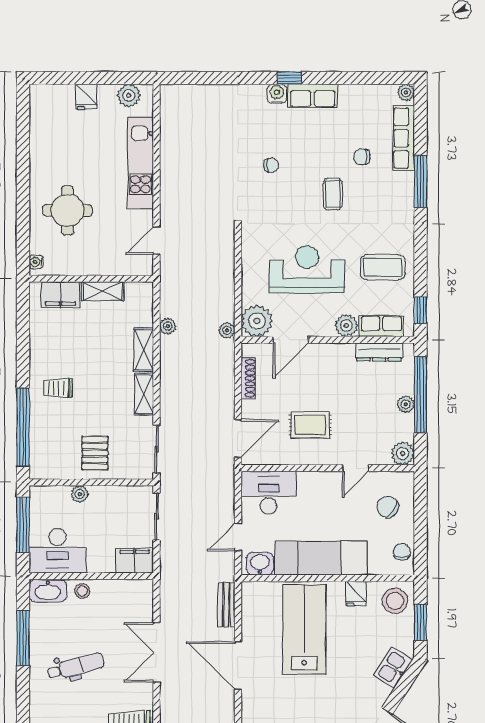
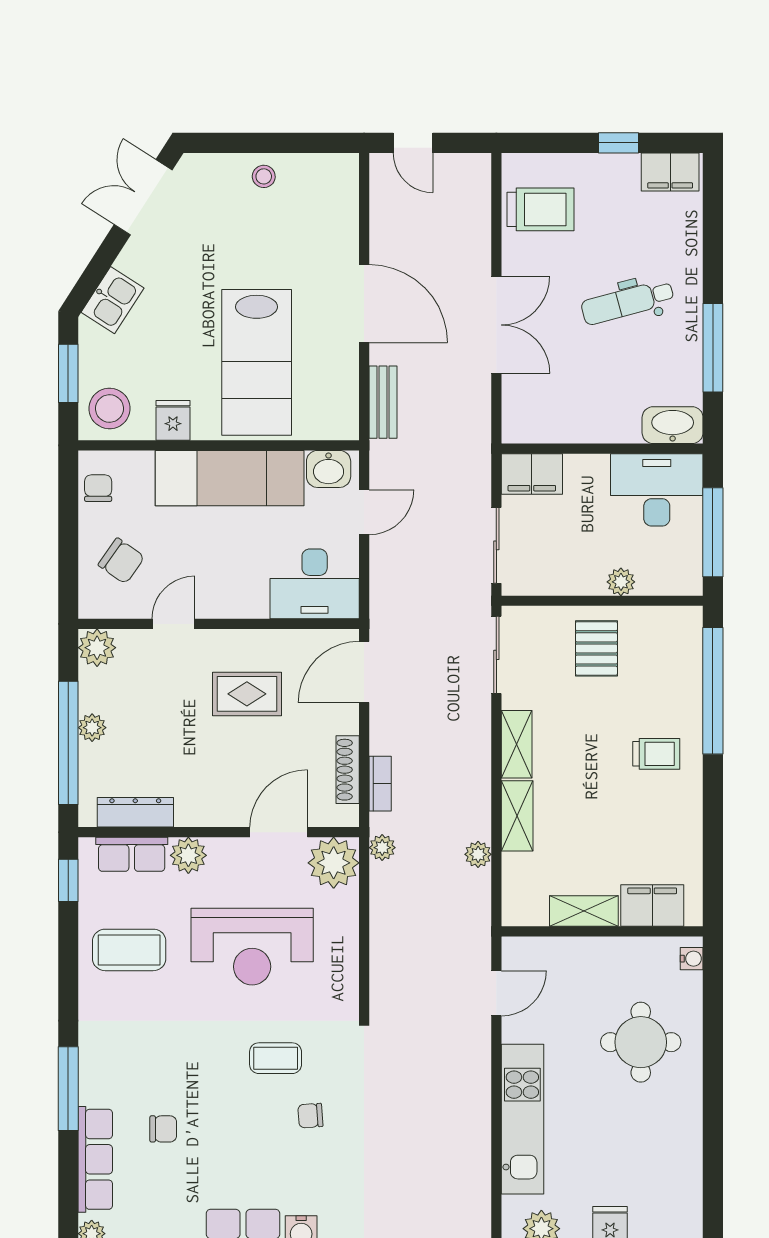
coffee table: (333, 194) -> (276, 1058), moved, turned 90
bookcase: (228, 370) -> (380, 784), added
chair: (402, 552) -> (98, 488), turned 180
stool: (82, 591) -> (617, 425), removed

